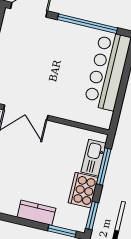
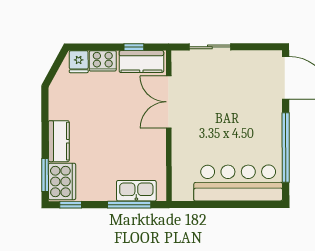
cooker: (83, 190) -> (62, 181), moved, turned 90
window: (92, 216) -> (71, 205), width x0.67

